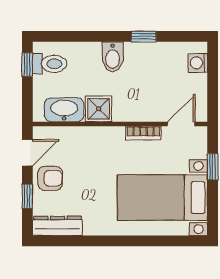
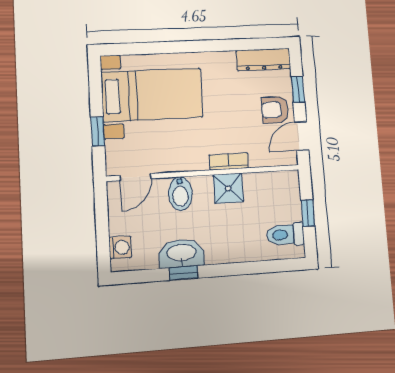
bidet: (113, 57) -> (180, 194), moved, turned 180
window: (27, 65) -> (308, 213), moved
washbasin: (64, 110) -> (181, 253), moved, turned 180
bookcase: (143, 133) -> (229, 161), moved

